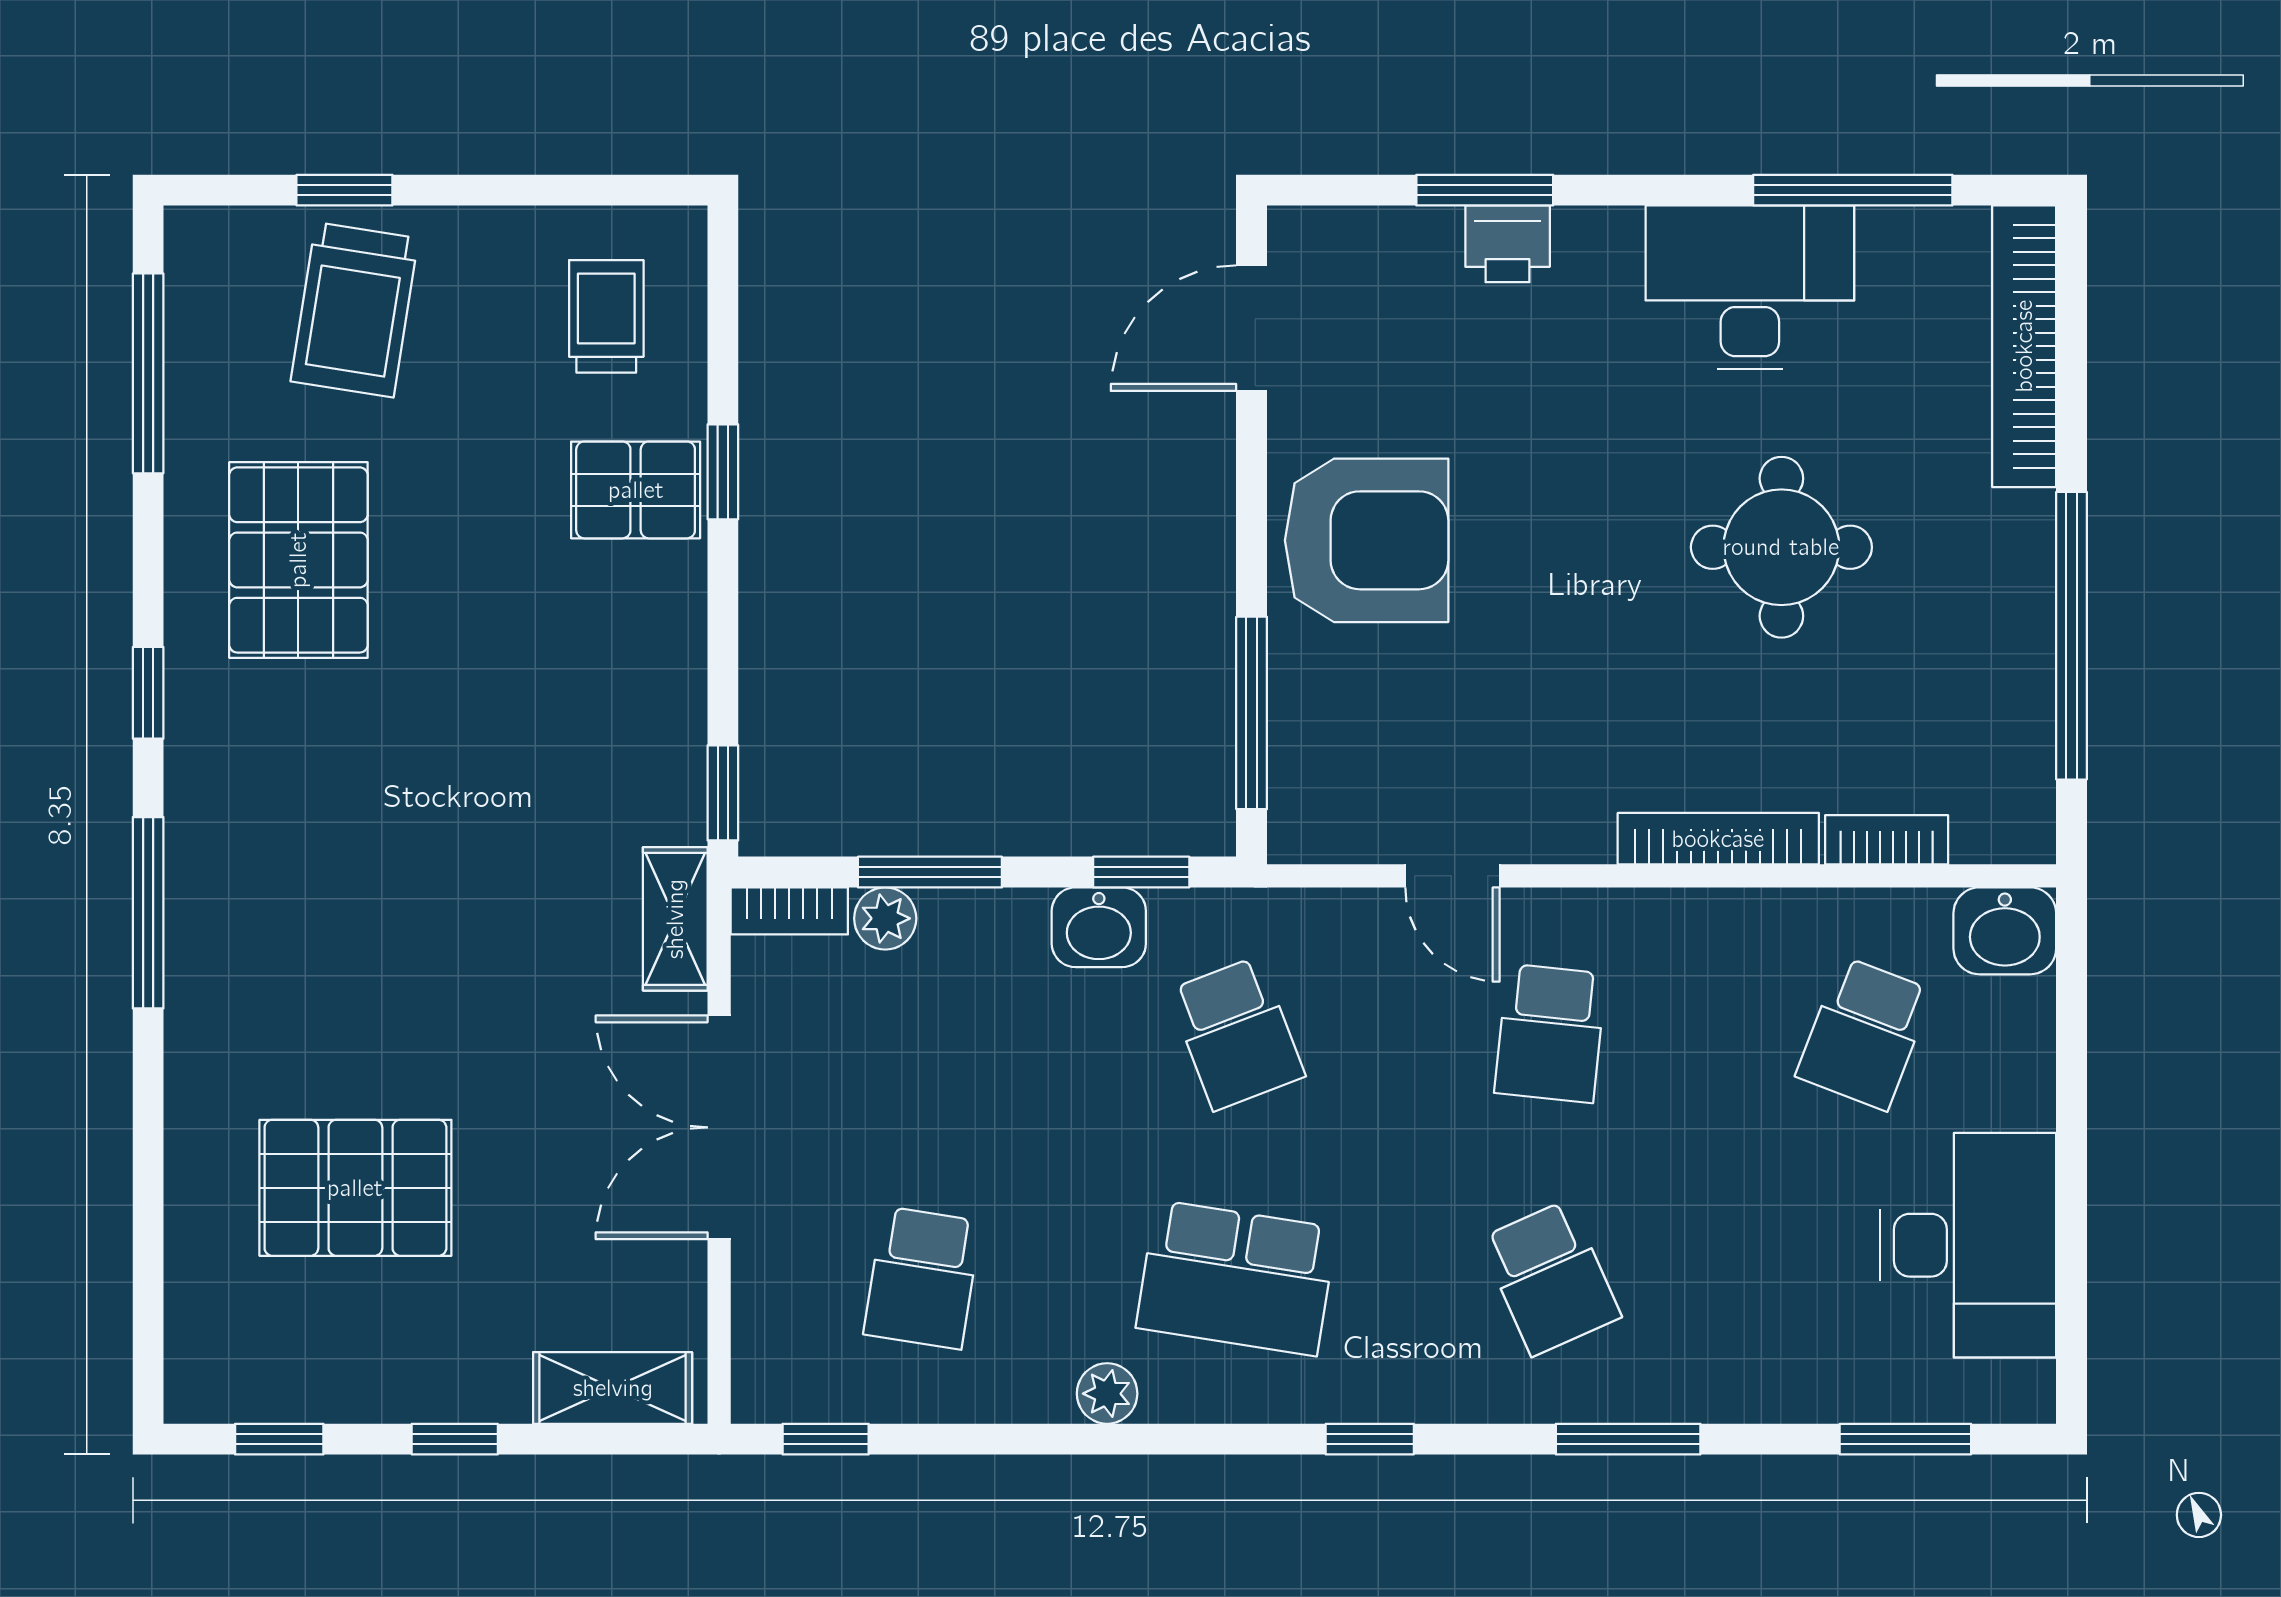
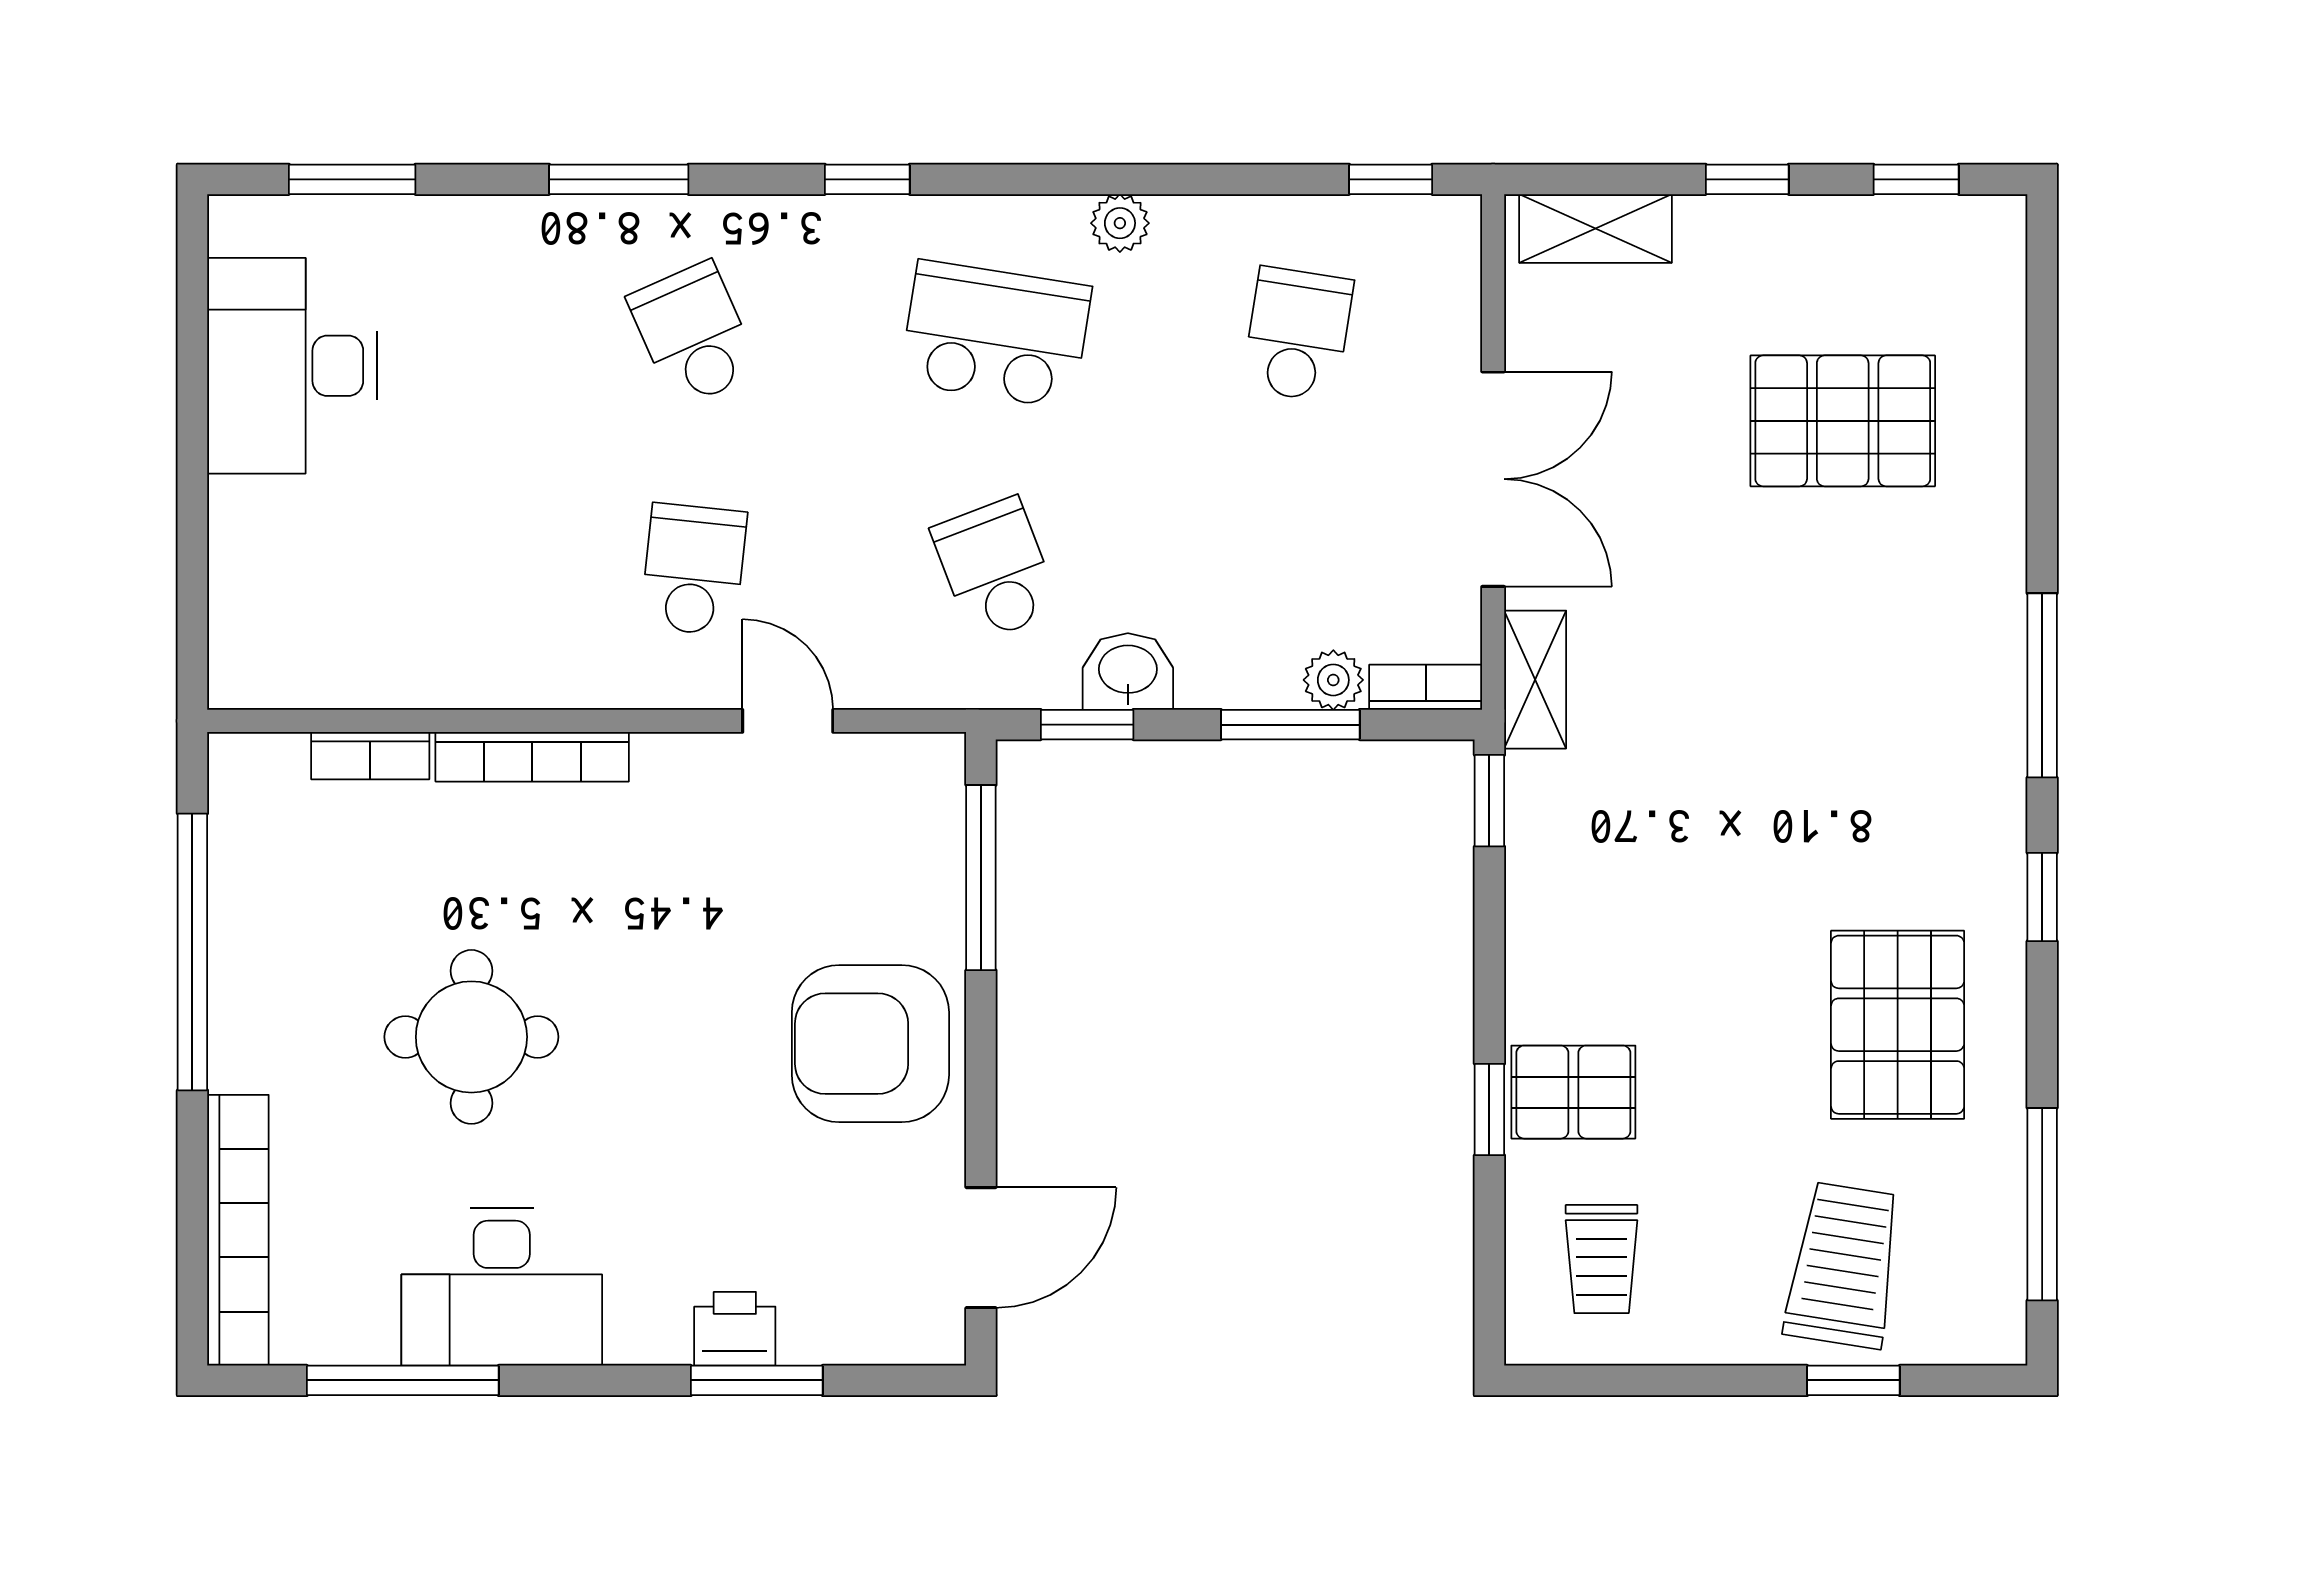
washbasin: (2005, 931) -> (257, 668), removed
school desk: (1864, 1033) -> (392, 569), removed

